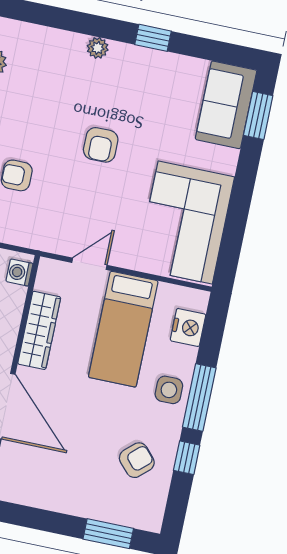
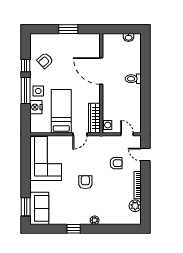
nightstand: (188, 327) -> (36, 107), moved
wardrobe: (39, 330) -> (94, 118), moved
window: (108, 534) -> (68, 29), moved

